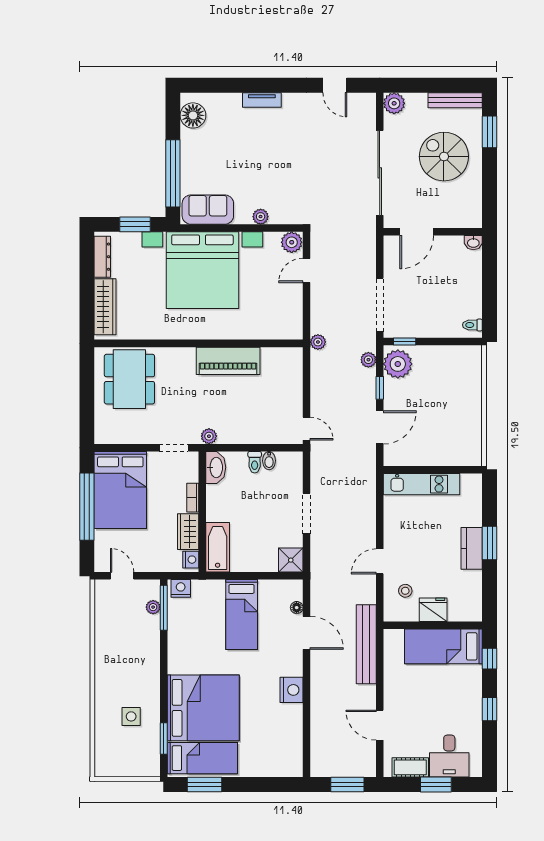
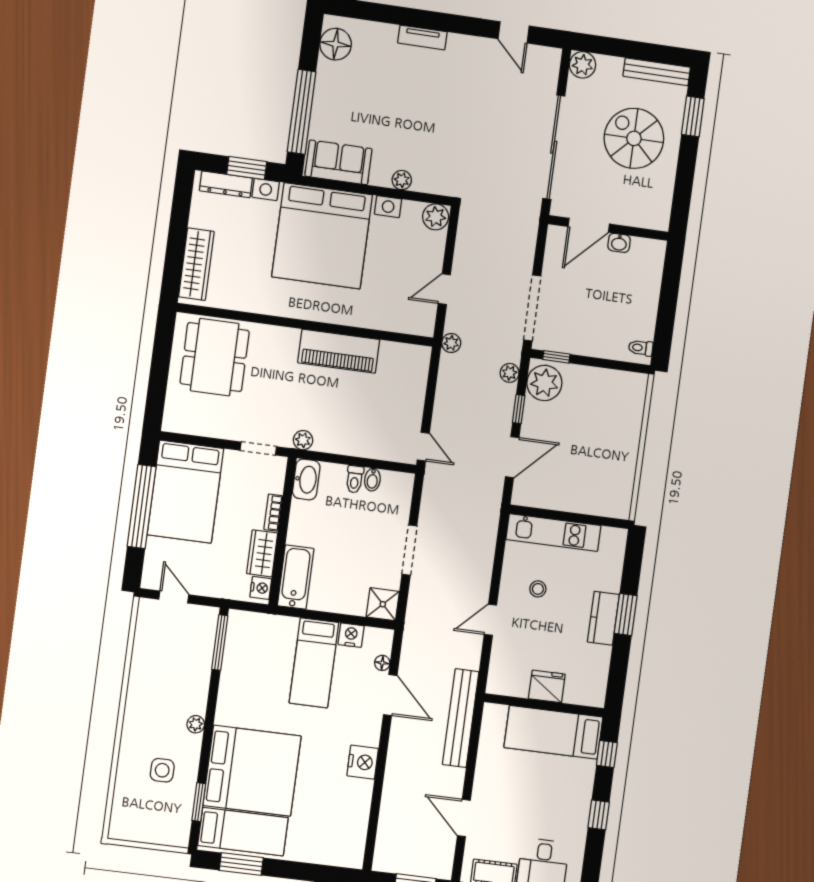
washbasin: (473, 243) -> (619, 243), moved
dresser: (102, 257) -> (226, 184), moved, turned 90
door: (307, 270) -> (444, 289), moved
nightstand: (181, 588) -> (351, 635), moved
stool: (405, 591) -> (538, 589), moved
plant: (153, 607) -> (196, 724), moved

